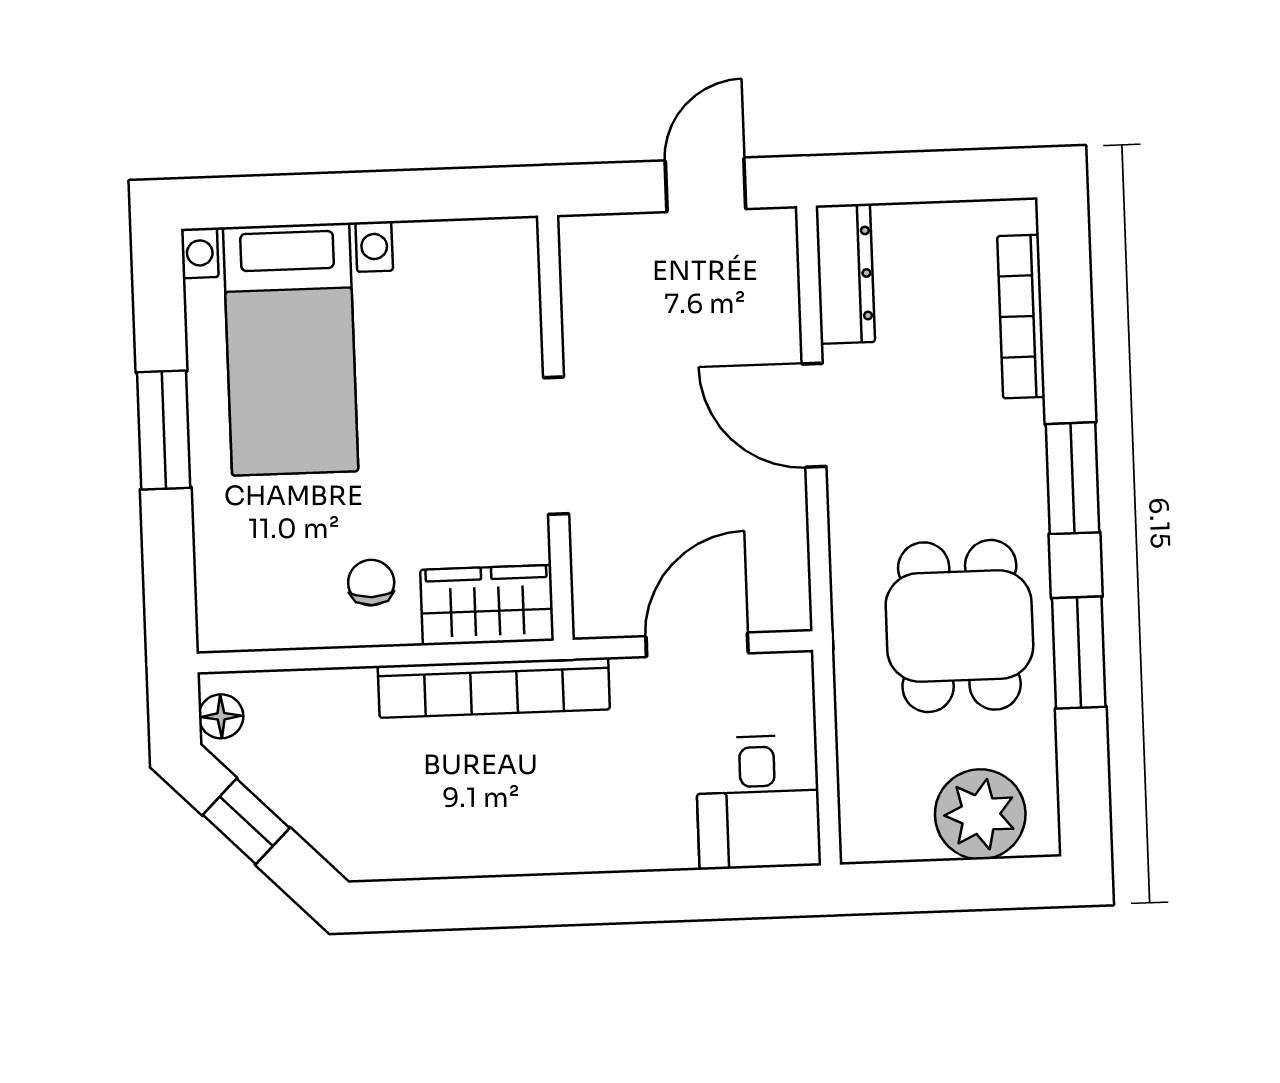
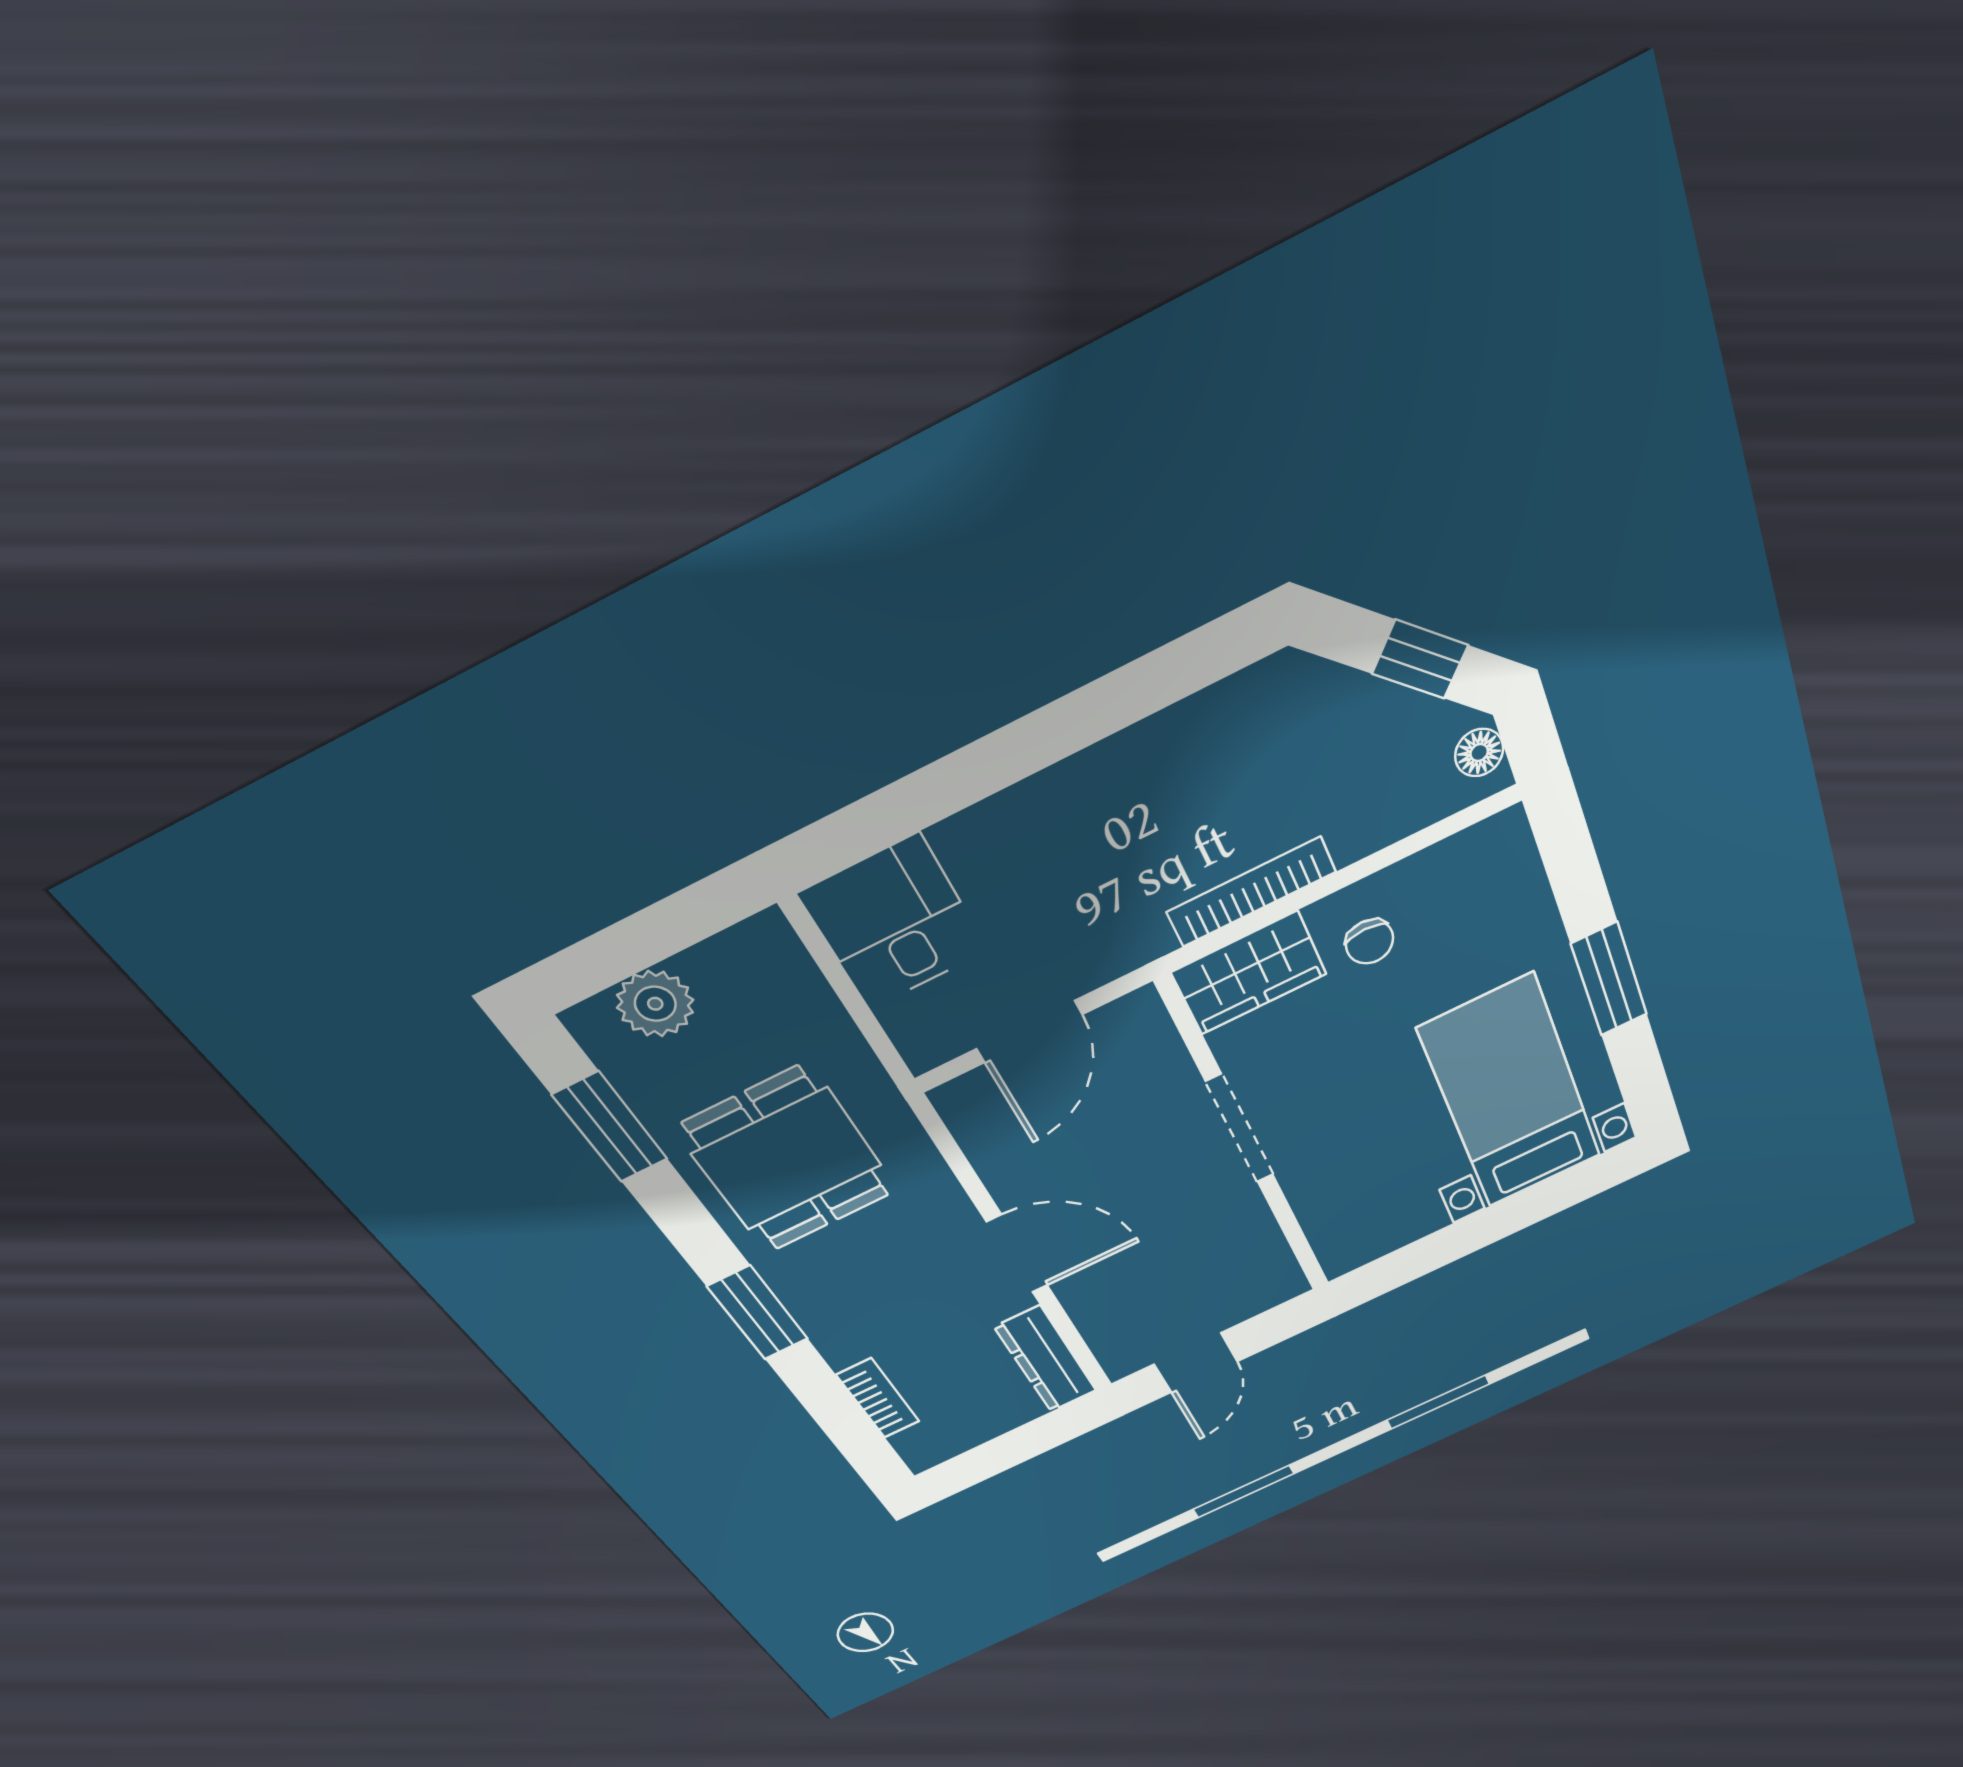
bookcase: (1021, 316) -> (878, 1398), width x0.64
window: (1079, 652) -> (610, 1127), moved
bookcase: (494, 688) -> (1251, 892), width x0.68, depth x0.76
plant: (980, 814) -> (655, 1004), width x0.73, depth x0.73

